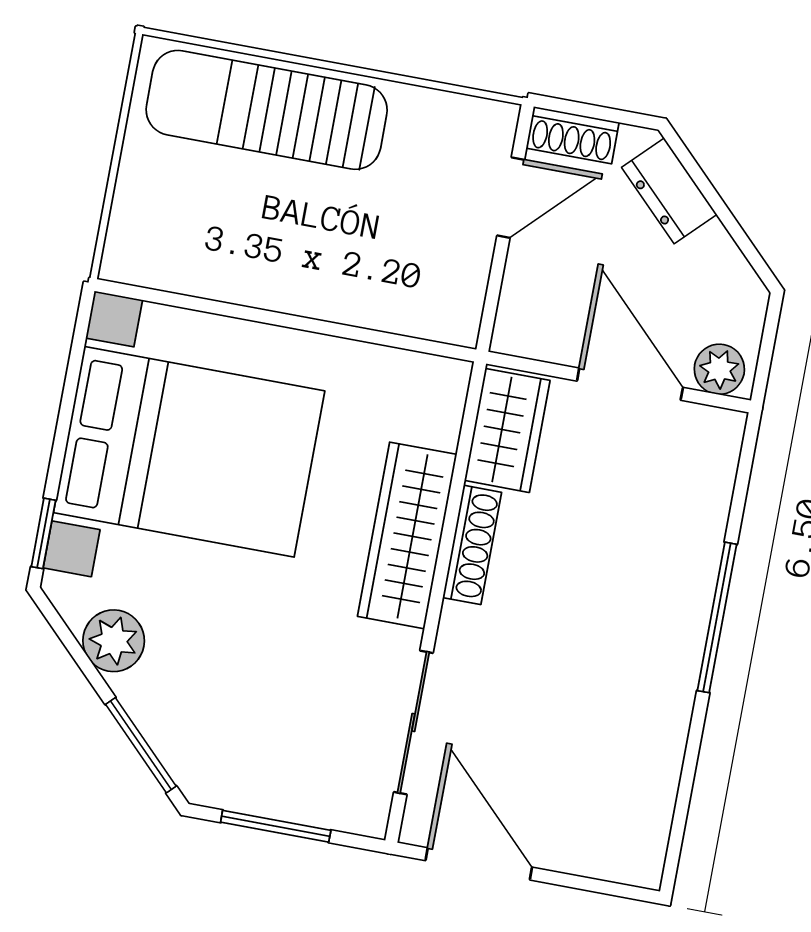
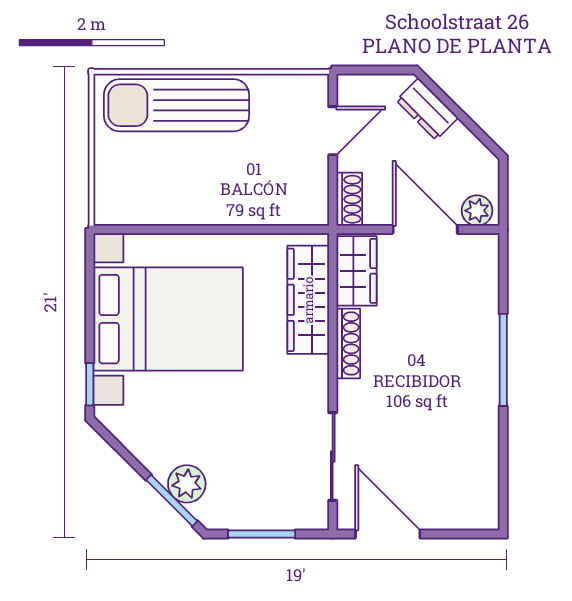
shoe rack: (573, 135) -> (349, 199), moved, turned -90
wardrobe: (407, 535) -> (308, 300), moved
plant: (114, 641) -> (187, 484), moved

